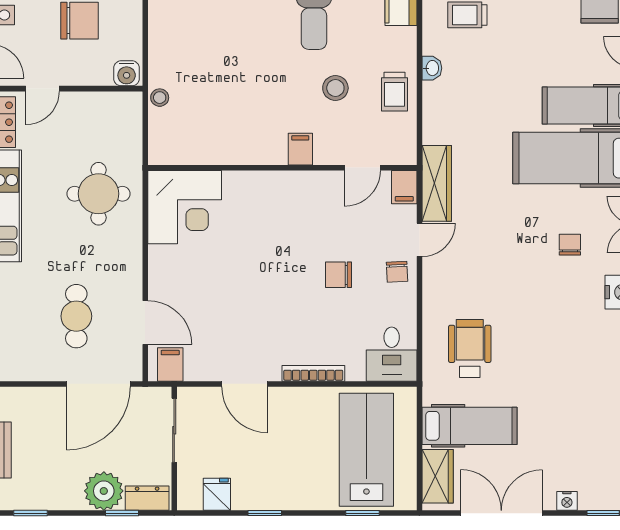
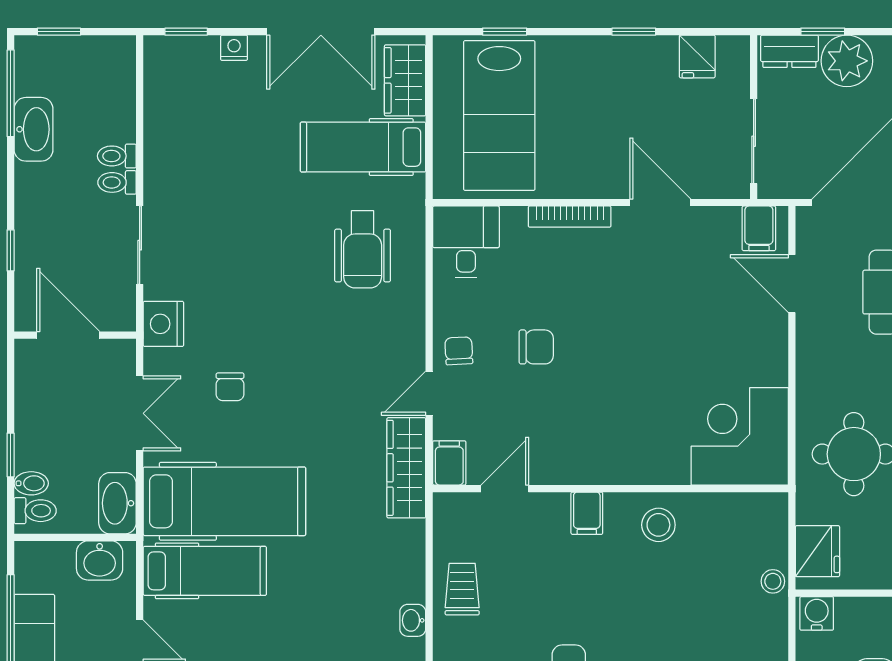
stool: (335, 88) -> (658, 525), moved
fridge: (126, 120) -> (817, 551), added

